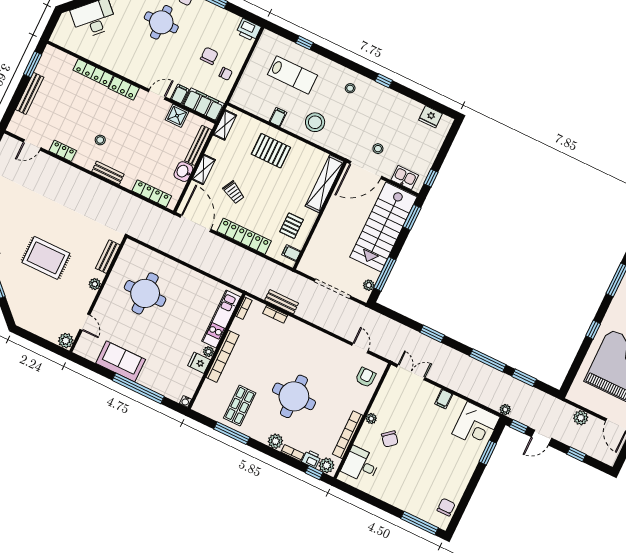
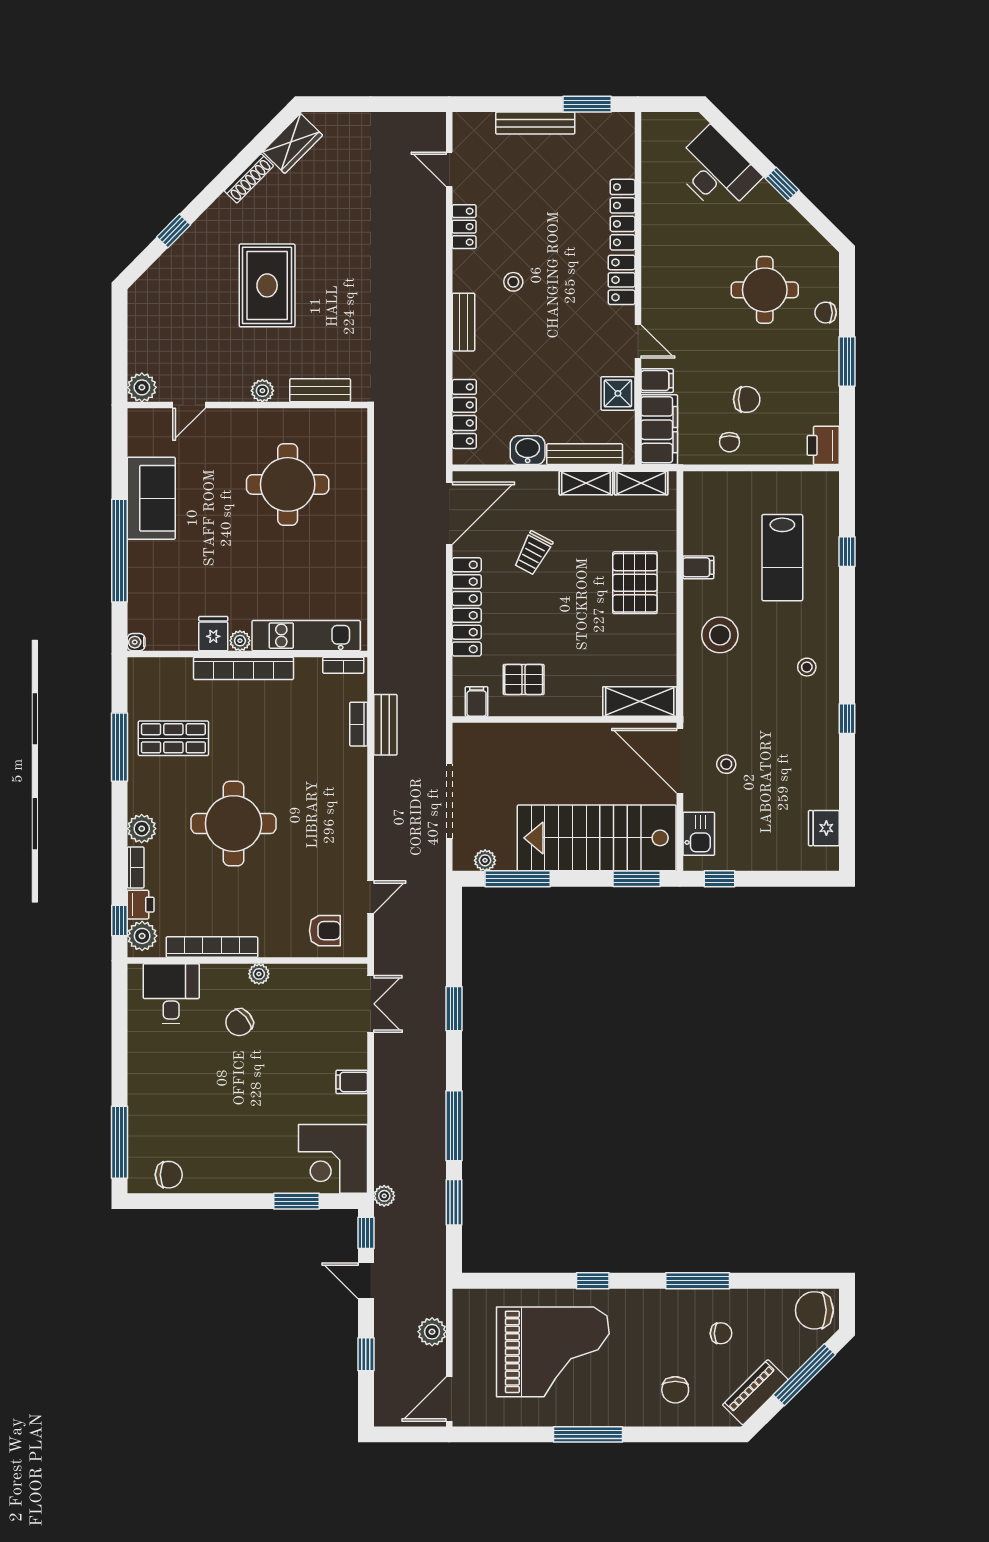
shelving: (204, 170) -> (586, 483), moved
shelving: (325, 184) -> (640, 702), width x0.68

